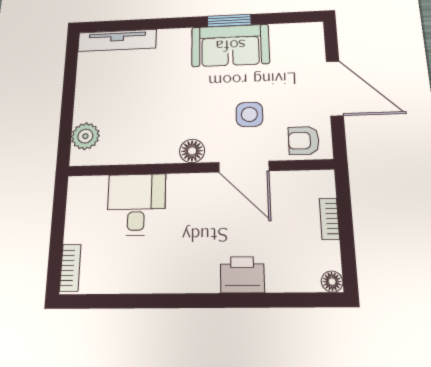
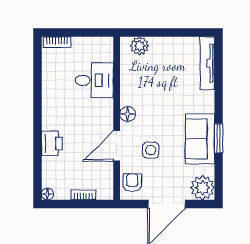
plant: (305, 39) -> (202, 188), added

